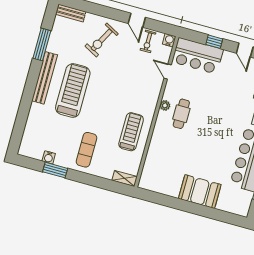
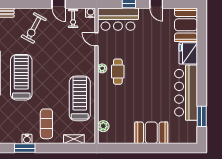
treadmill: (131, 132) -> (80, 98), width x1.37, depth x1.38
water cooler: (49, 157) -> (27, 139), moved
plant: (149, 170) -> (103, 126), added
shelving: (125, 178) -> (74, 139), moved

